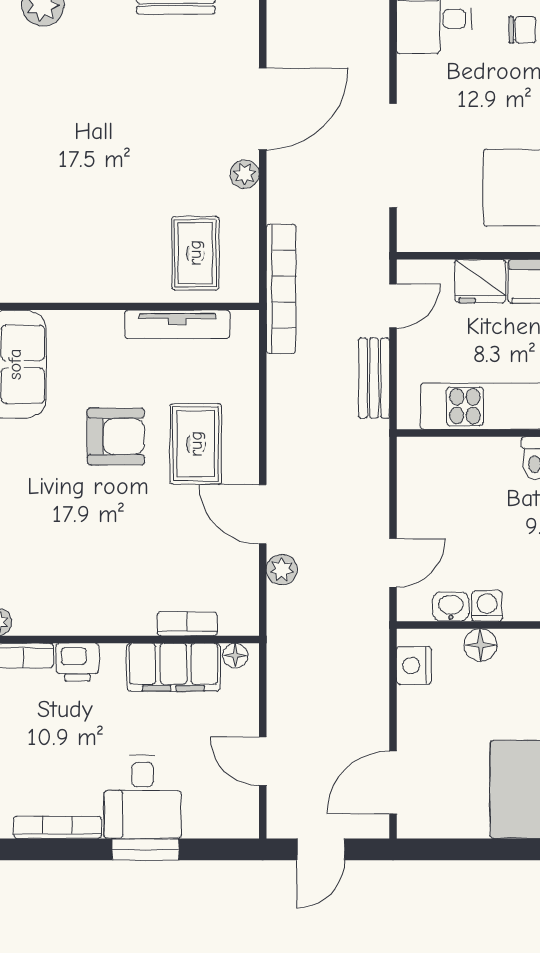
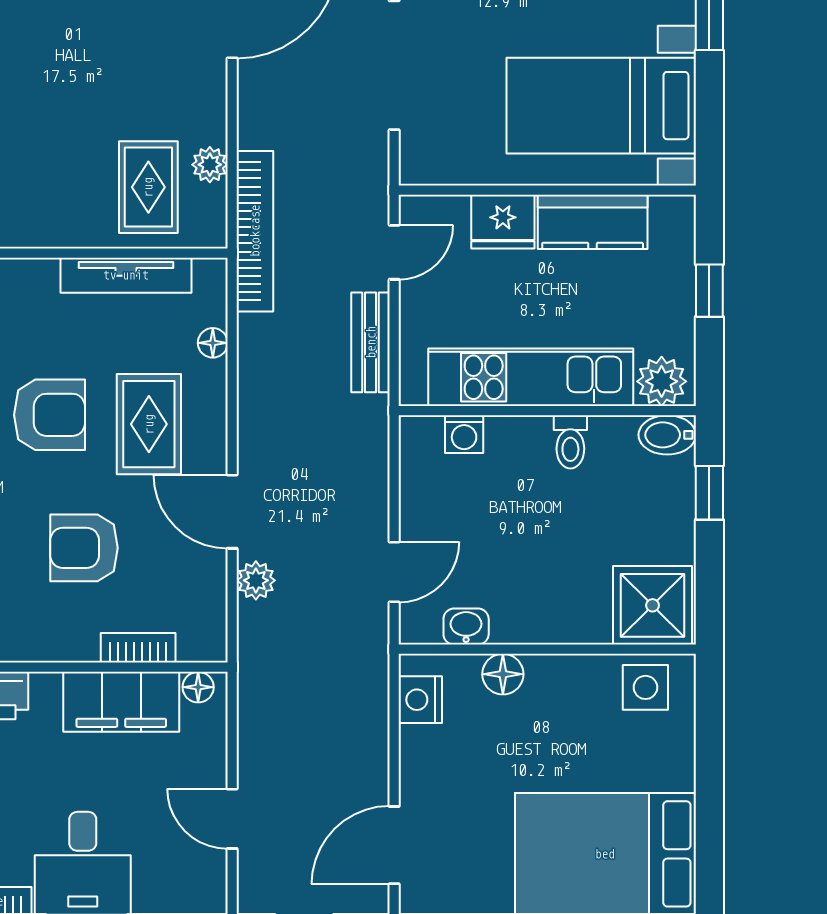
plant: (245, 174) -> (210, 165), moved
floor lamp: (247, 379) -> (213, 343), added
armchair: (144, 543) -> (84, 548), added
washing machine: (487, 606) -> (464, 434), moved, turned 180

